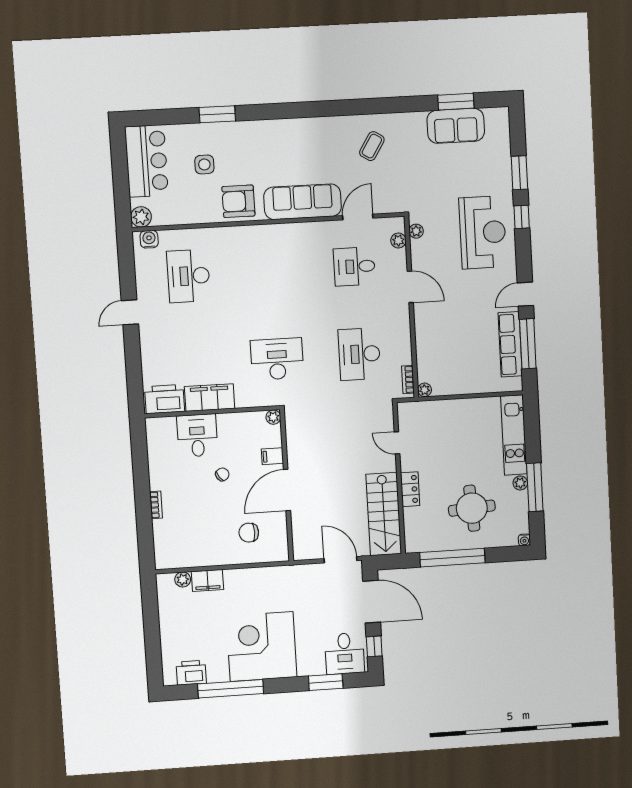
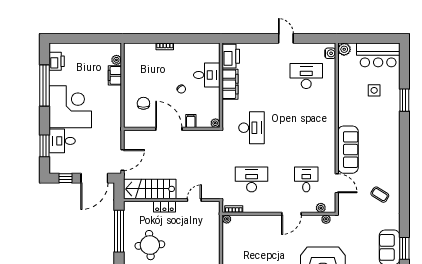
armchair: (238, 201) -> (350, 110), removed
desk: (345, 654) -> (62, 141), moved

